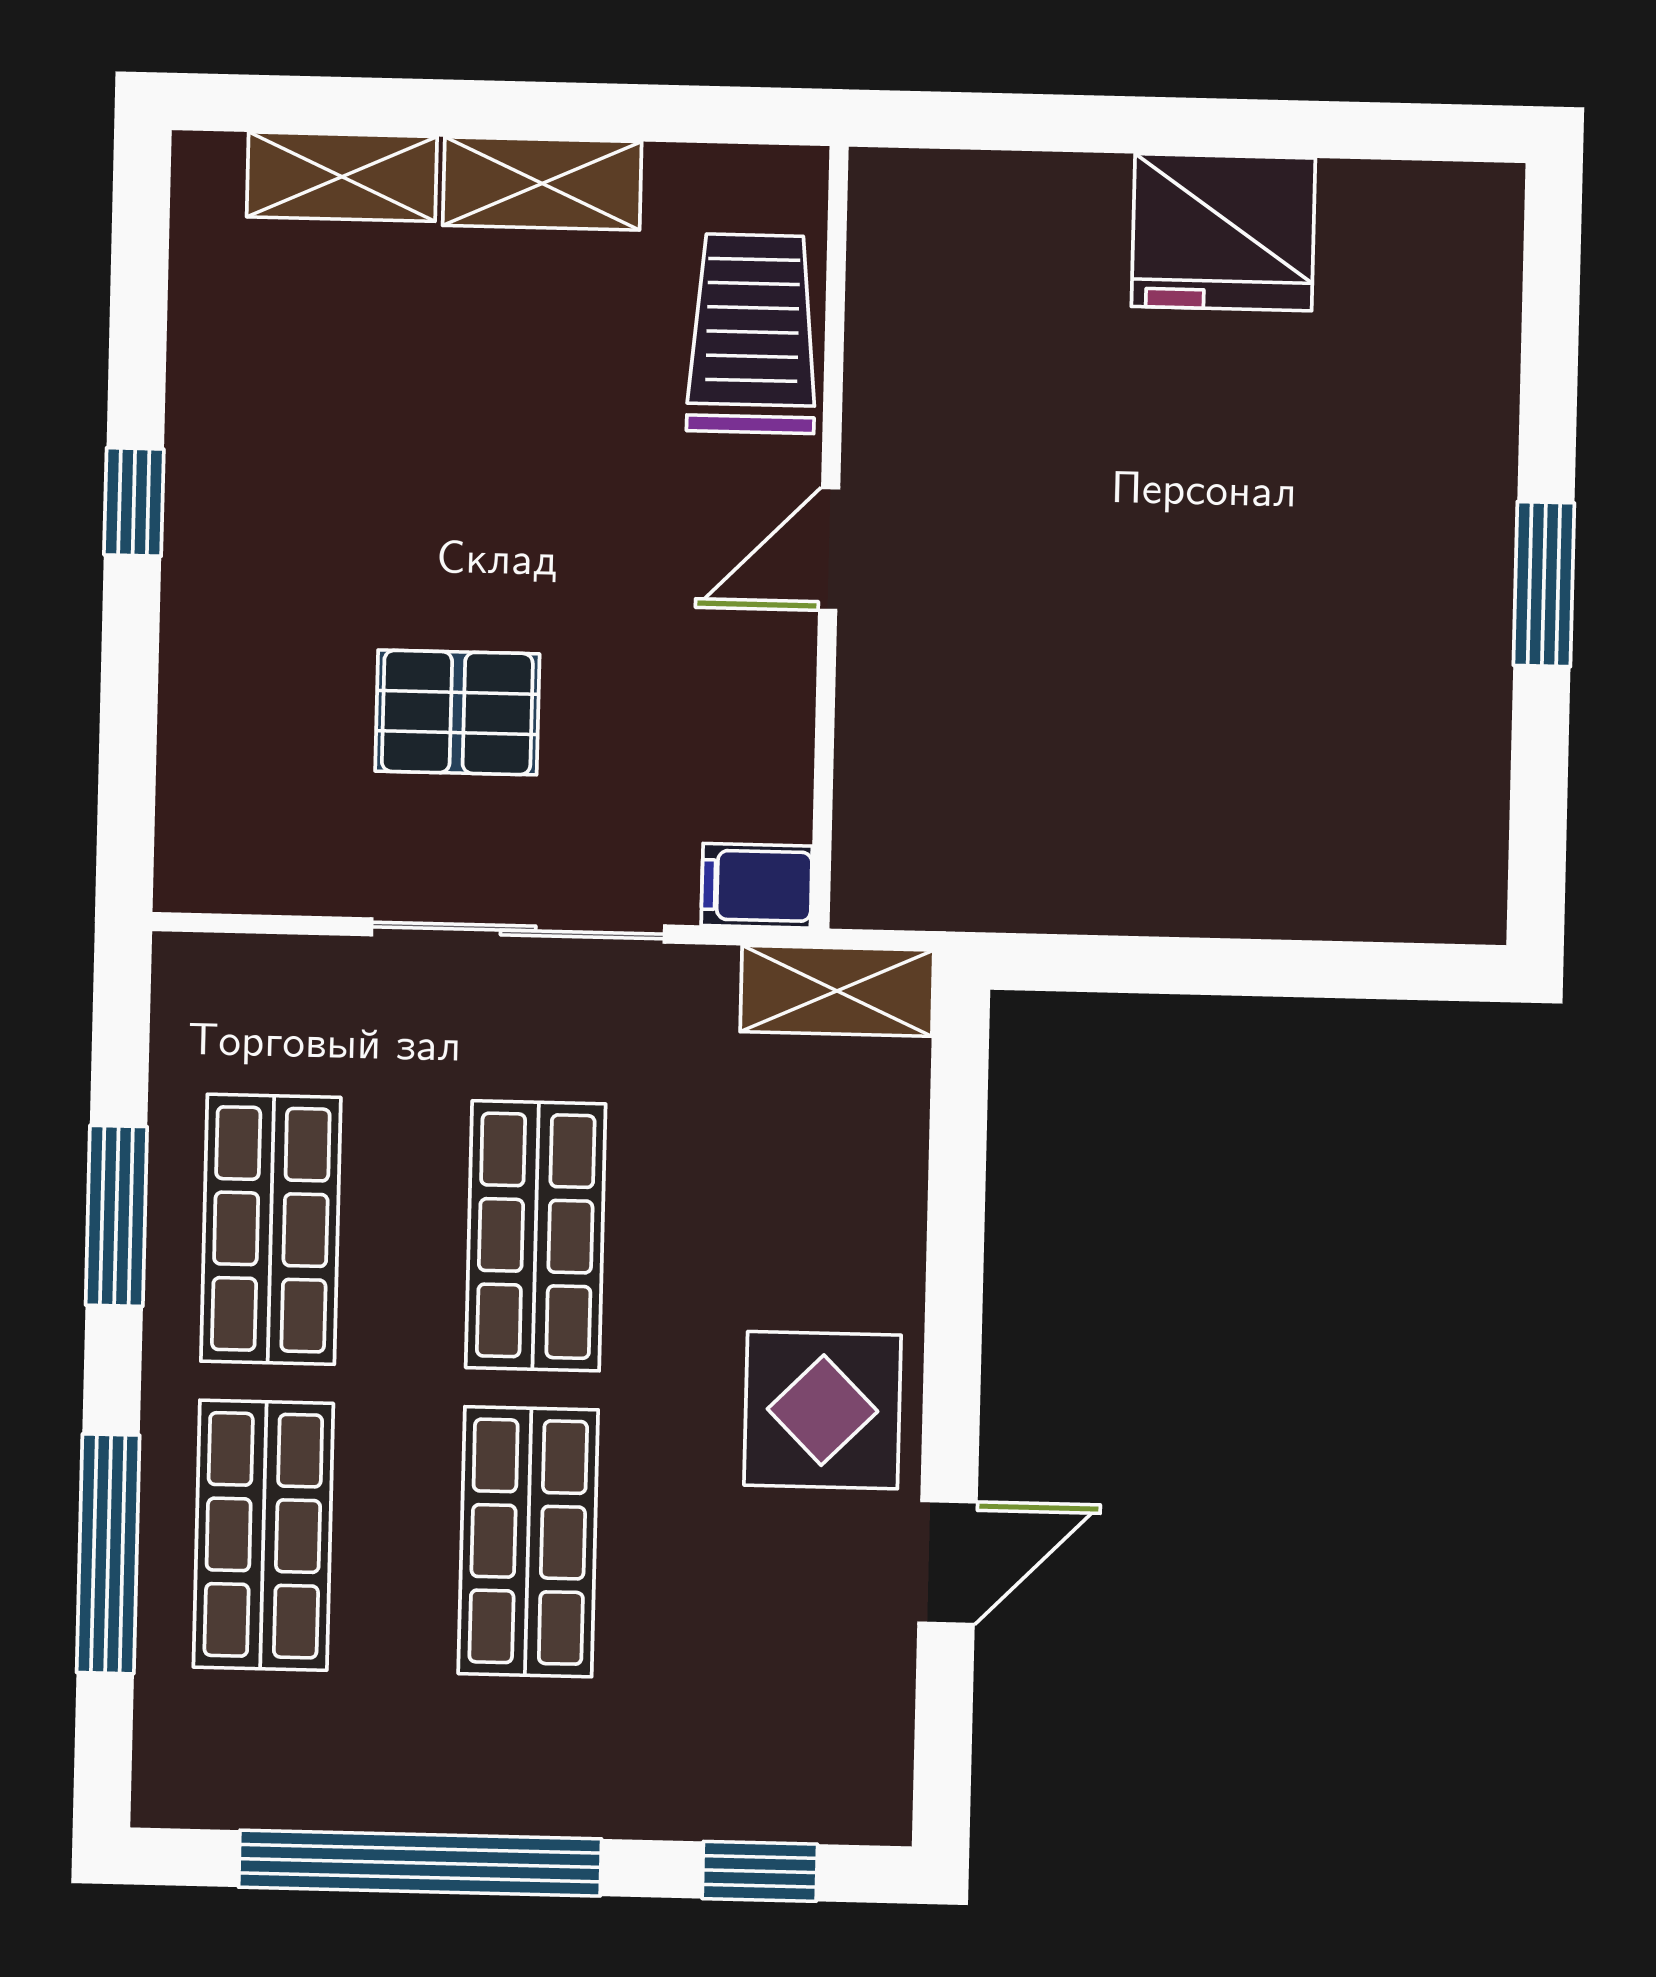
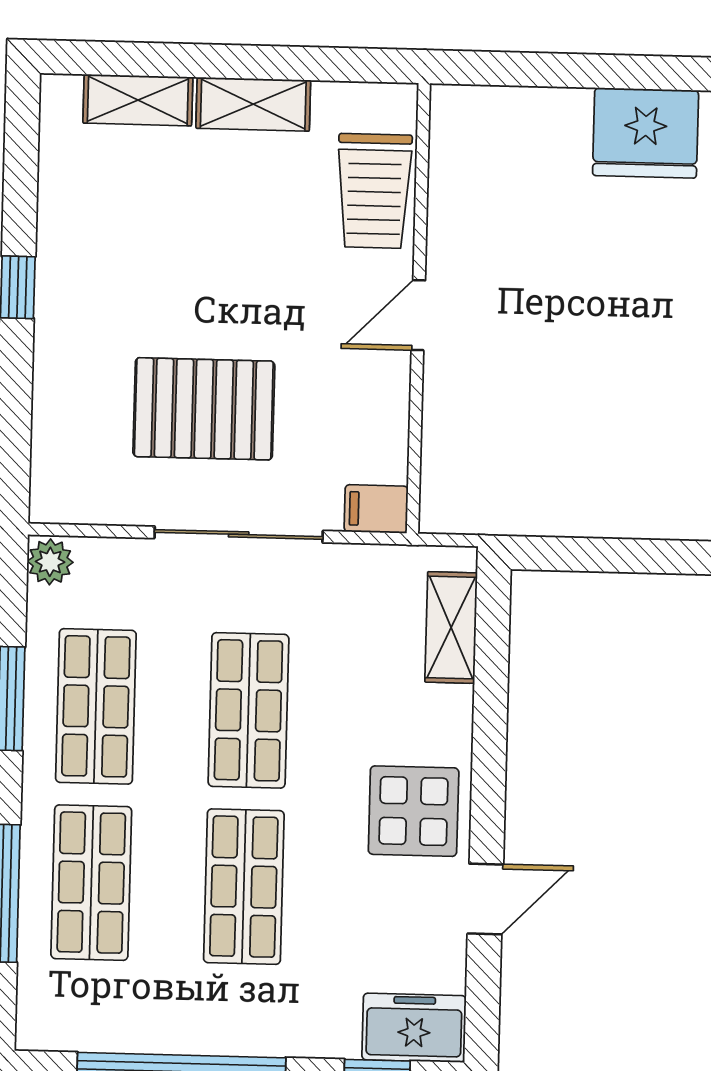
trolley: (752, 334) -> (374, 191), turned 180
pallet: (457, 712) -> (204, 409), width x1.50, depth x1.42
plant: (191, 979) -> (50, 562), added
shelving: (837, 991) -> (451, 628), moved, turned 90
freezer: (824, 1786) -> (414, 1028), added

